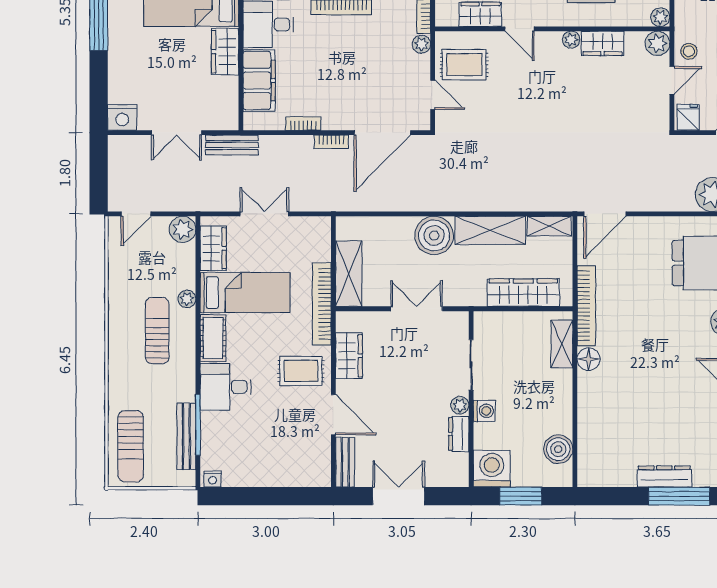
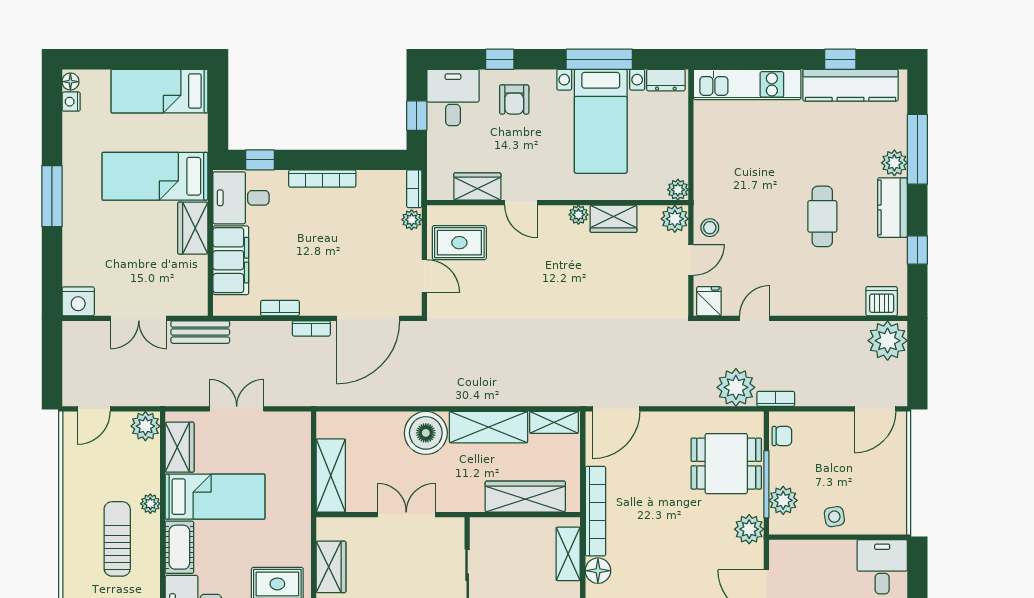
bookcase: (322, 304) -> (301, 509), removed

